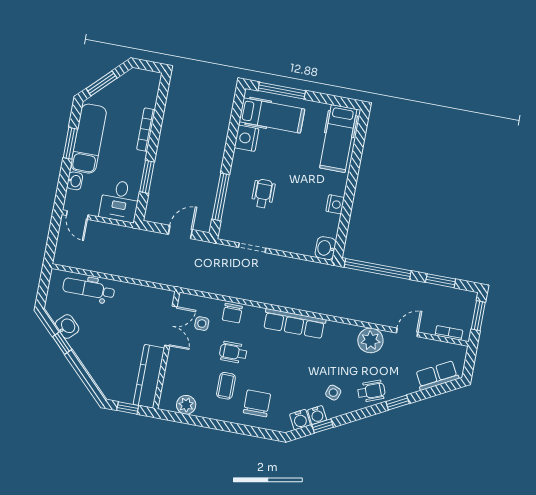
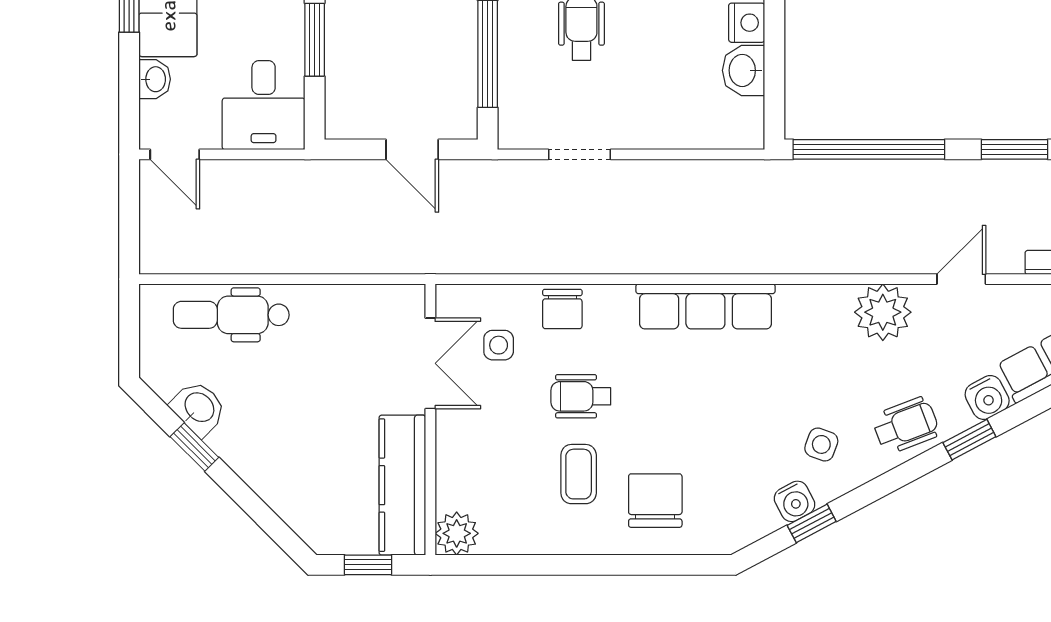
door: (180, 232) -> (412, 149), swing flipped
washbasin: (325, 248) -> (744, 70), moved
plant: (186, 405) -> (457, 533), moved
water cooler: (300, 420) -> (987, 398), moved

